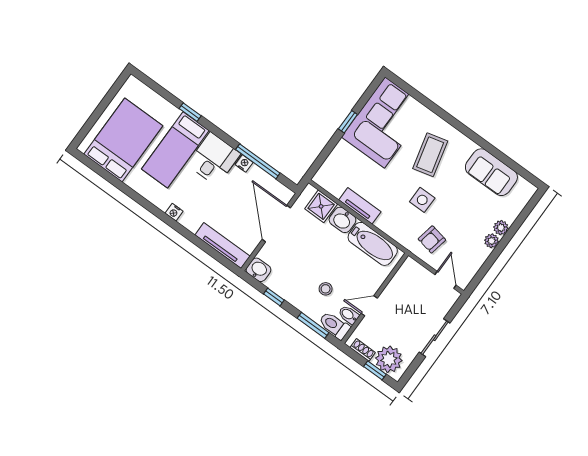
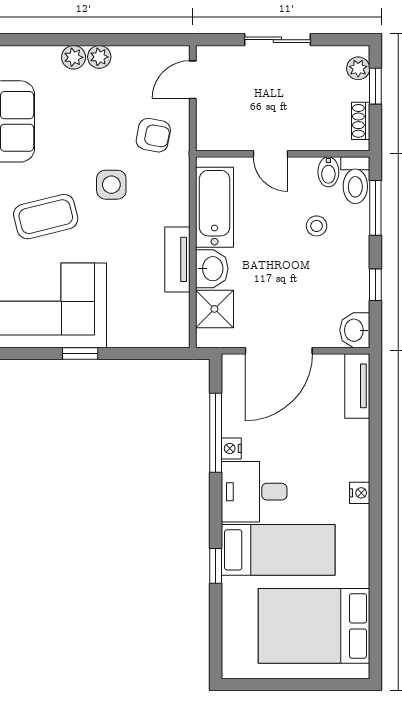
tv unit: (223, 246) -> (357, 386), width x0.71
door: (369, 306) -> (270, 154), moved
plant: (389, 359) -> (358, 68), width x0.53, depth x0.53

